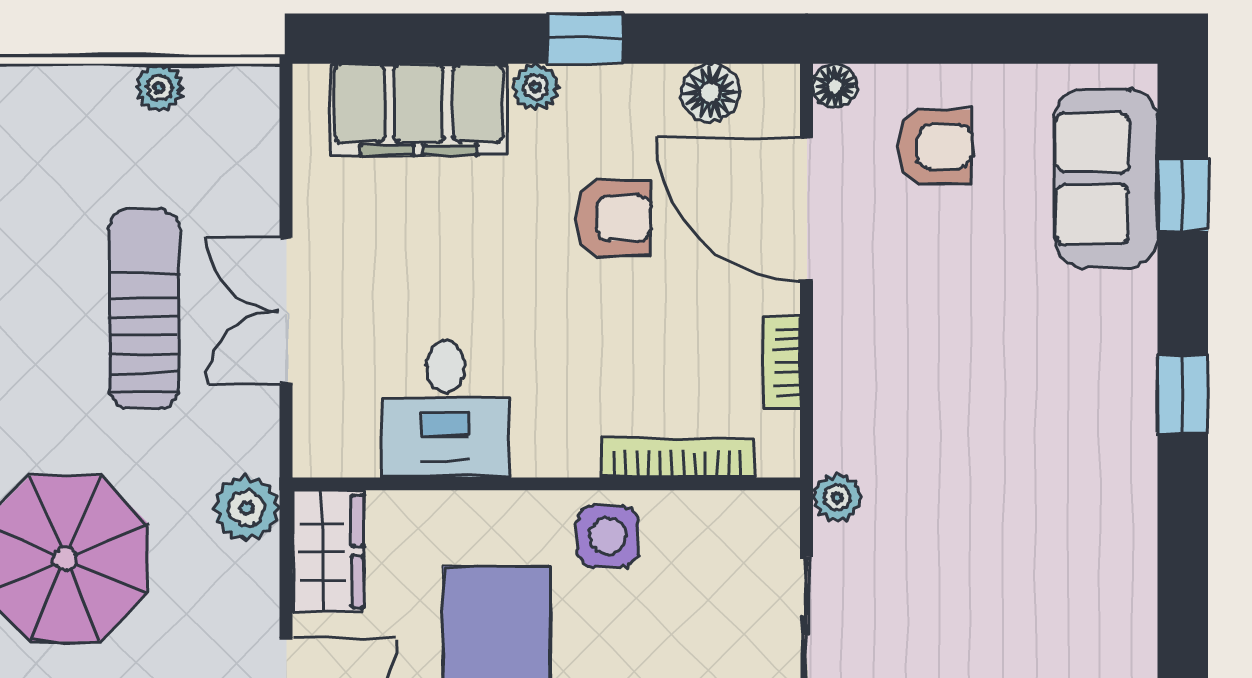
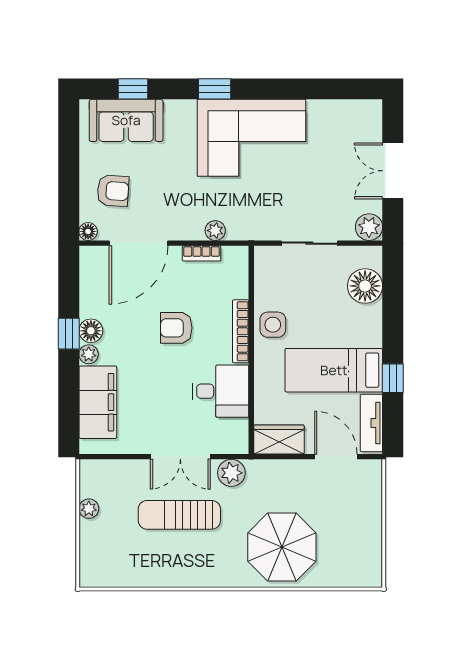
floor lamp: (710, 93) -> (91, 331), moved
armchair: (934, 147) -> (113, 191), turned 94
armchair: (613, 218) -> (176, 328), moved, turned -90
bookcase: (678, 458) -> (241, 331), moved
corner sofa: (1064, 484) -> (252, 138), added
plant: (837, 497) -> (215, 231), moved
plant: (246, 508) -> (231, 473), moved

